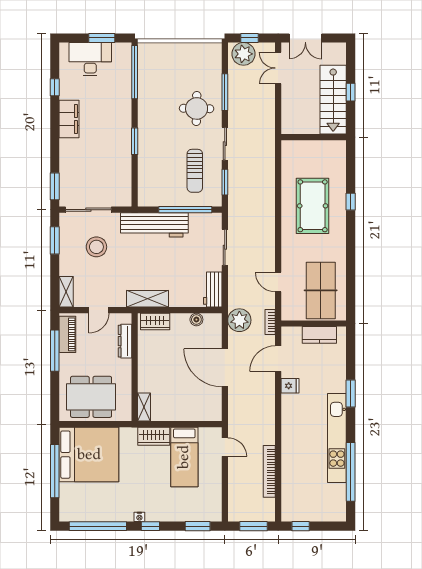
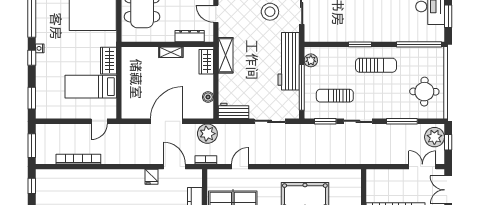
round table: (197, 108) -> (424, 92), moved
sun lounger: (159, 123) -> (376, 65), added
plant: (153, 199) -> (311, 60), added
shelving: (144, 407) -> (171, 52), moved

